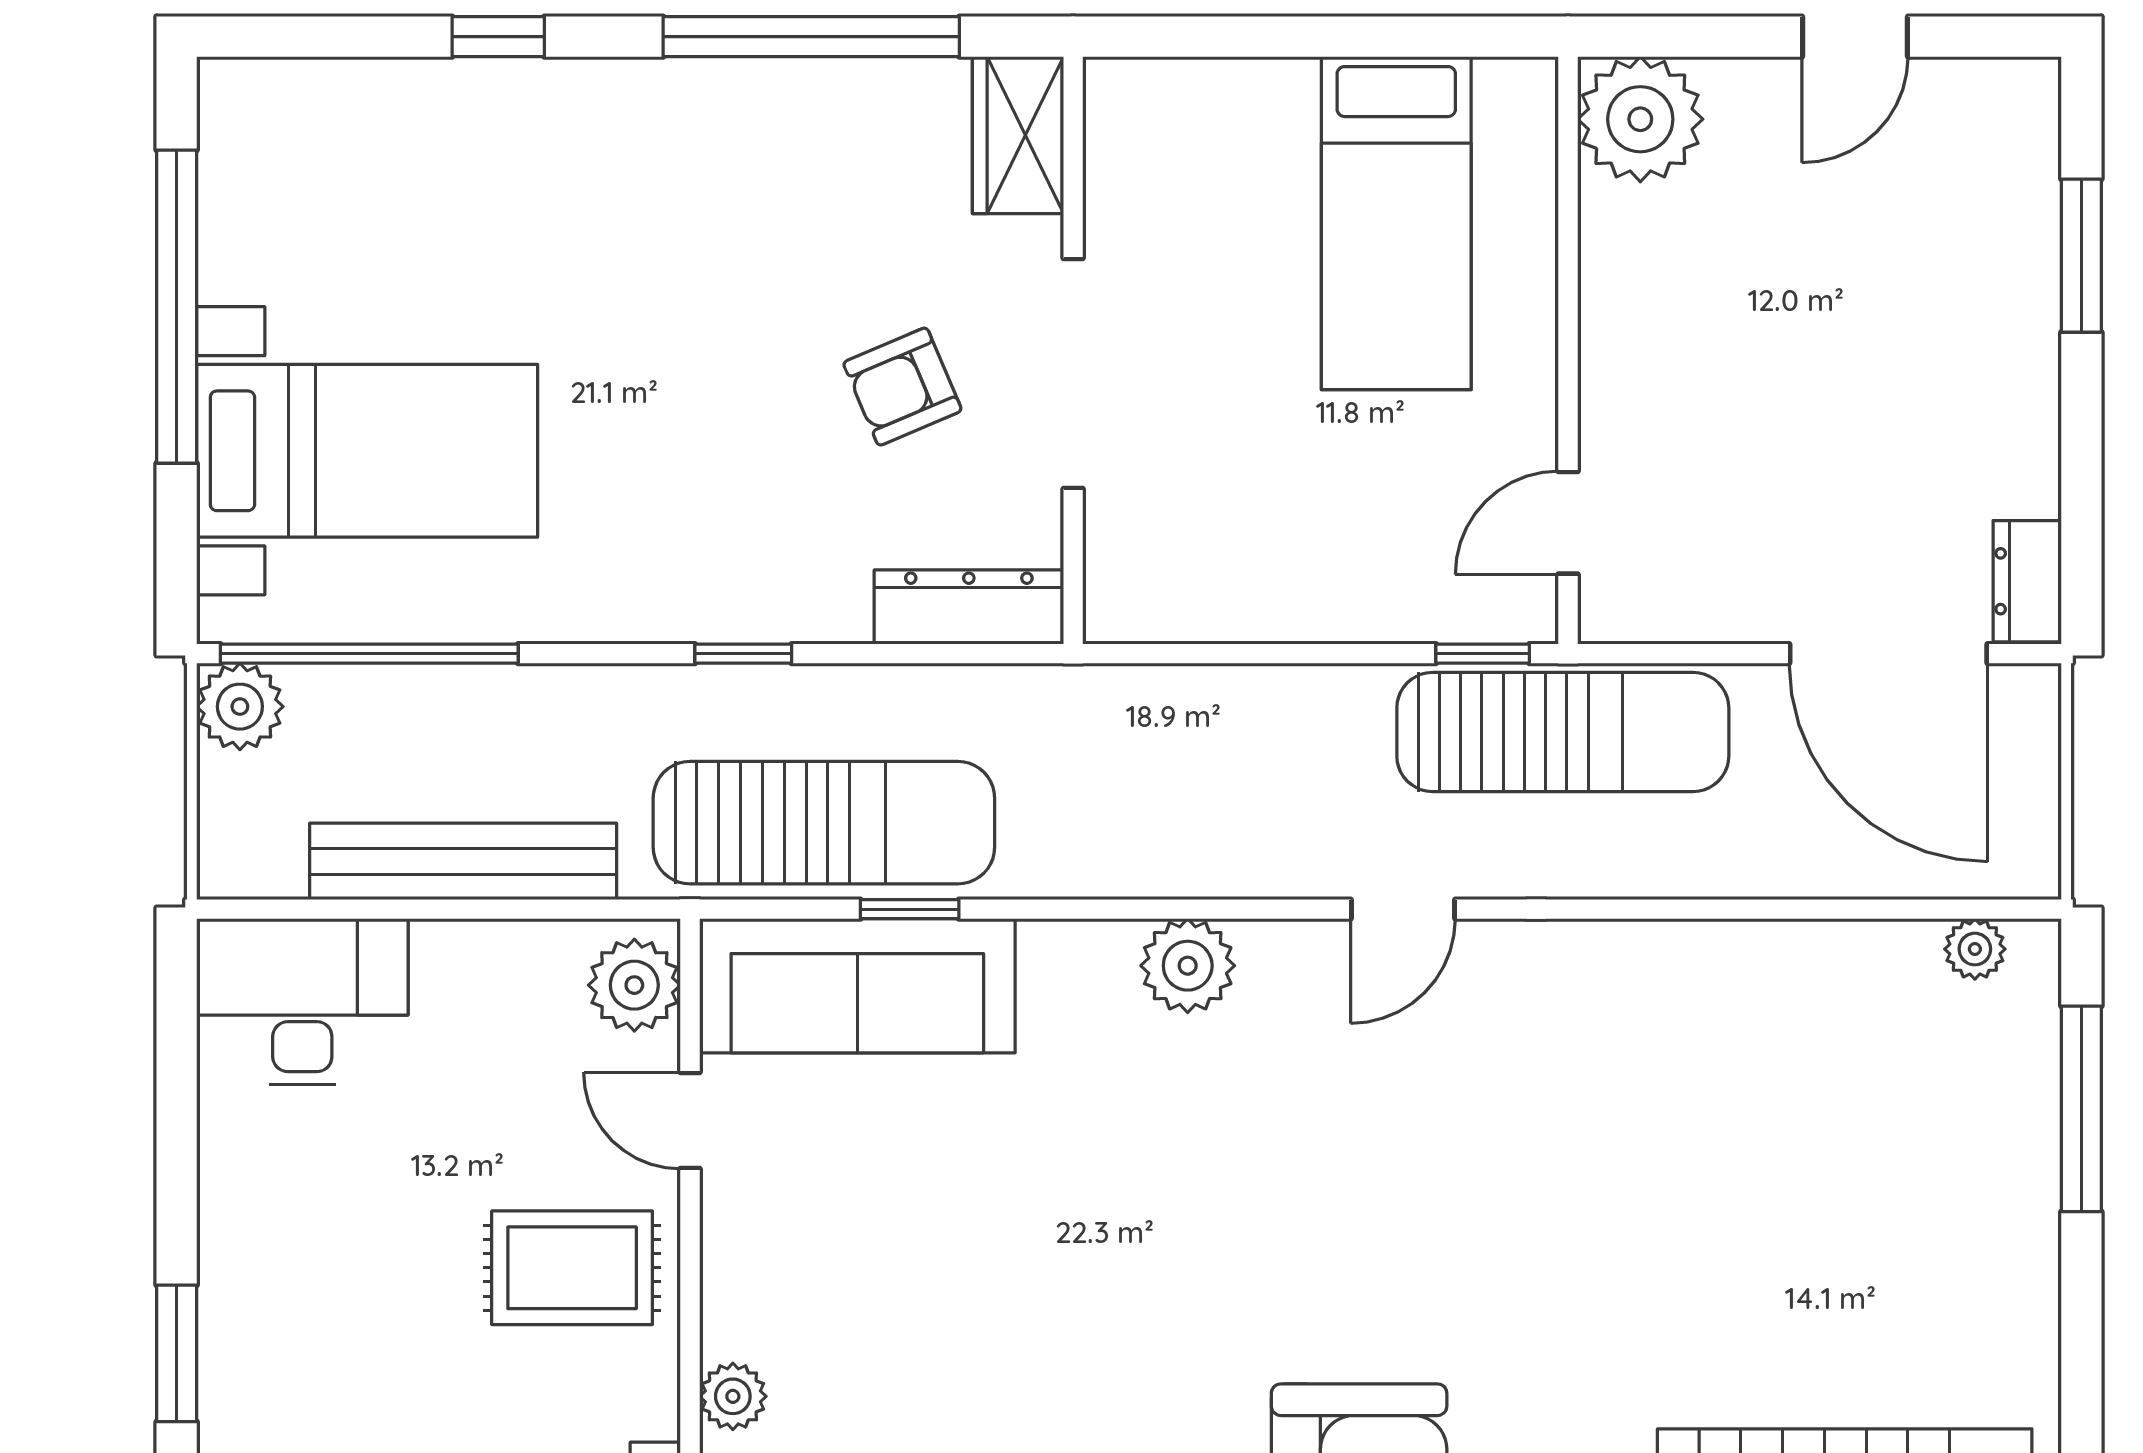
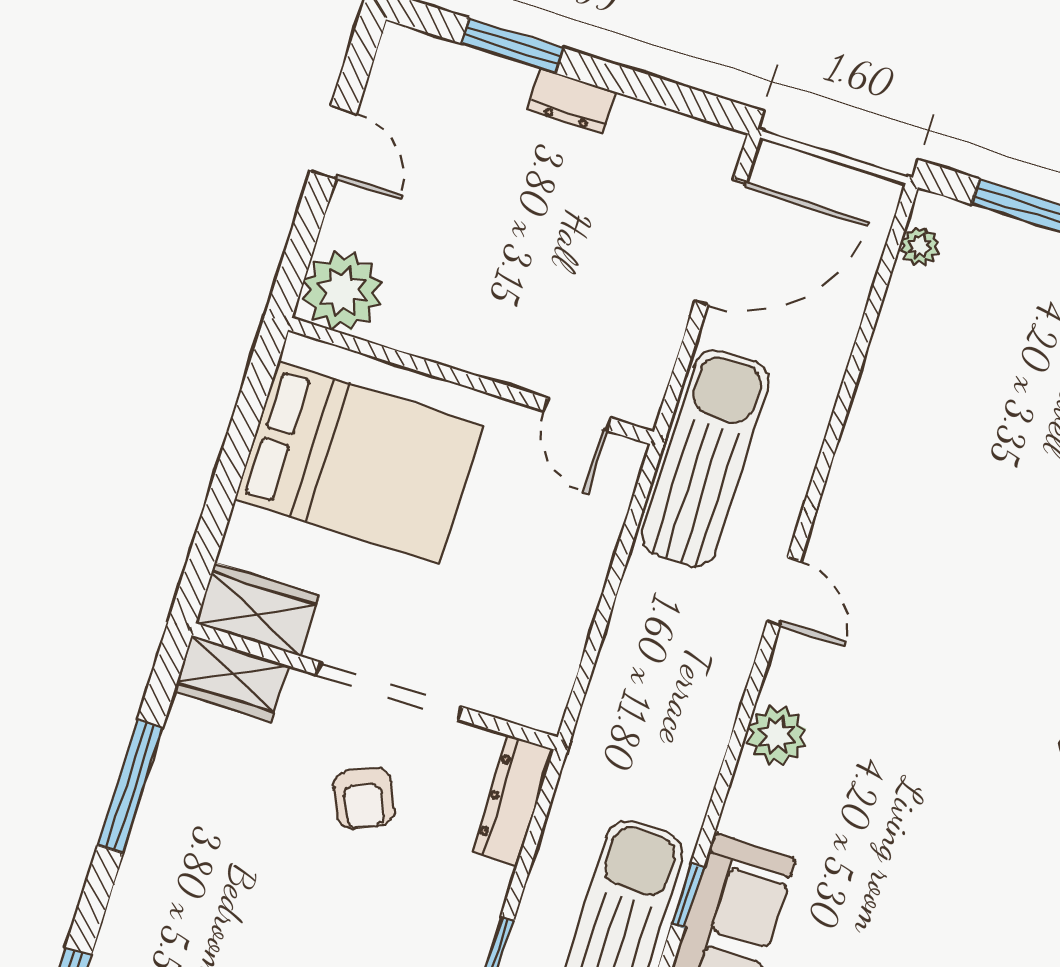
window: (811, 37) -> (130, 787), width x0.68
wardrobe: (1132, 142) -> (257, 609), added
bed: (1396, 223) -> (359, 462), width x1.50
dresser: (2027, 581) -> (571, 101), moved
window: (1483, 654) -> (642, 493), removed

